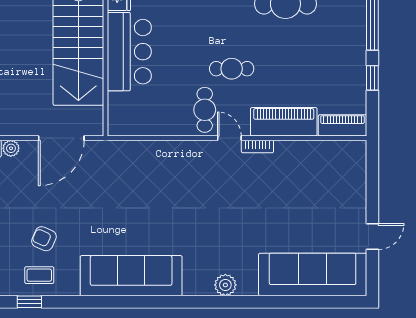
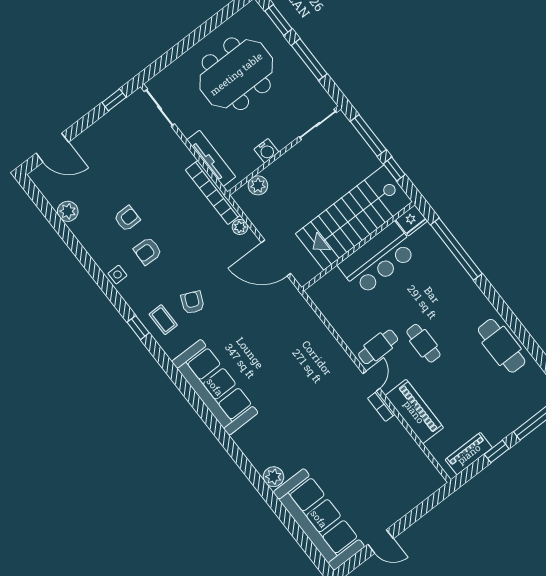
piano: (342, 125) -> (469, 454), moved, turned -90
plant: (225, 285) -> (274, 477), moved

